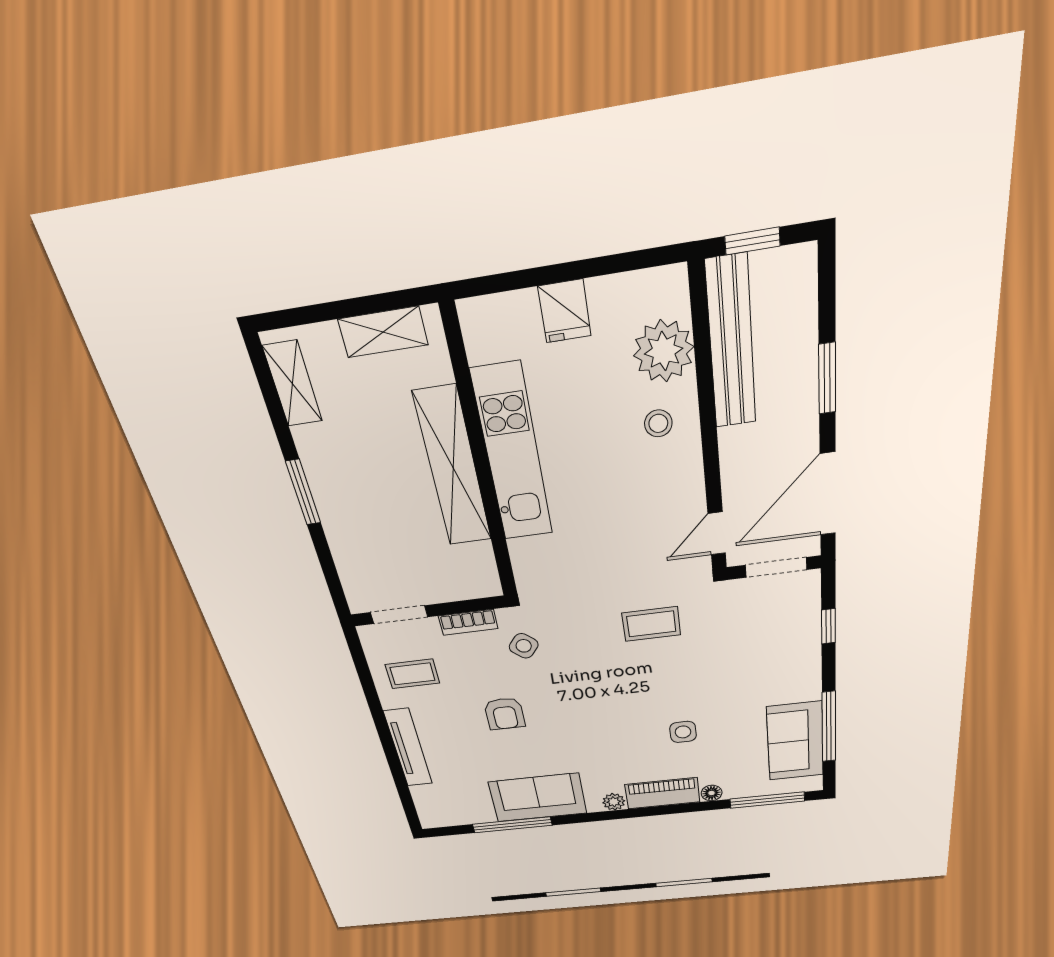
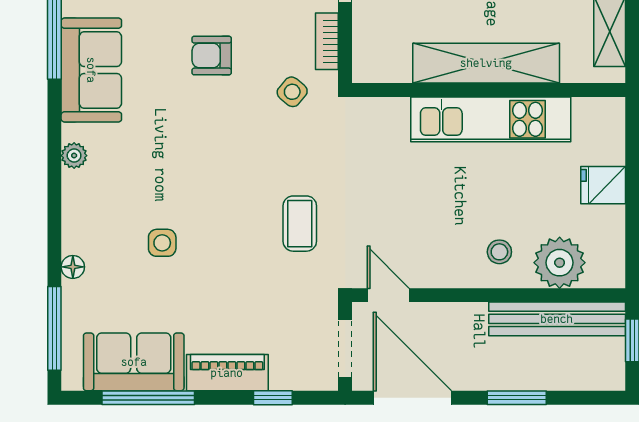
piano: (662, 793) -> (227, 373), moved, turned -90

